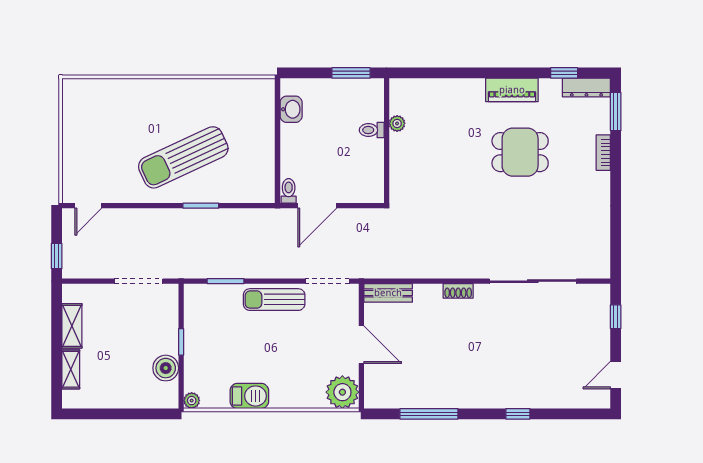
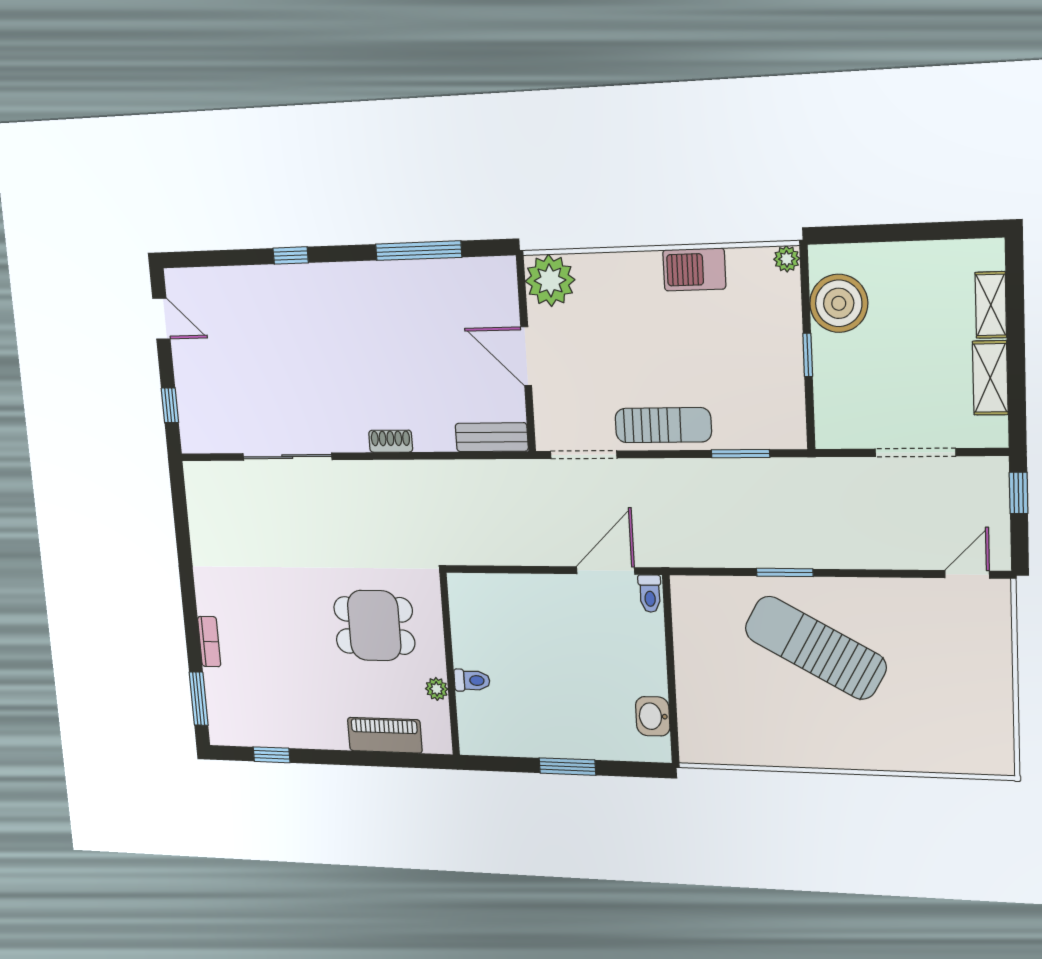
dresser: (586, 88) -> (240, 733), removed
piano: (512, 90) -> (385, 735), moved
plant: (397, 123) -> (437, 689), moved
toilet: (372, 130) -> (472, 680), moved
wall: (387, 141) -> (450, 664), moved
dining table: (520, 152) -> (374, 625), moved
sun lounger: (183, 157) -> (815, 648), turned -126
doorway: (139, 281) -> (915, 452), moved
sliding door: (533, 281) -> (287, 457), width x0.73
boiler: (166, 368) -> (839, 303), width x1.37, depth x1.37
door: (616, 375) -> (161, 319), hinge flipped

